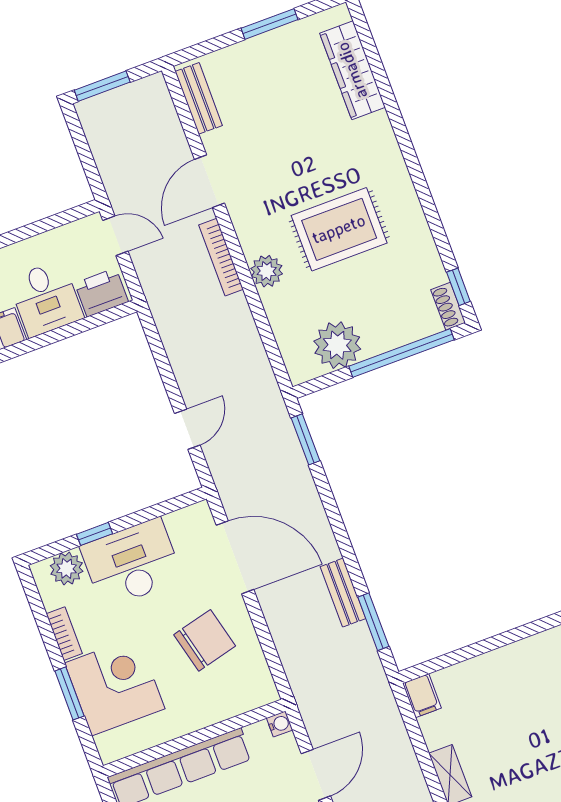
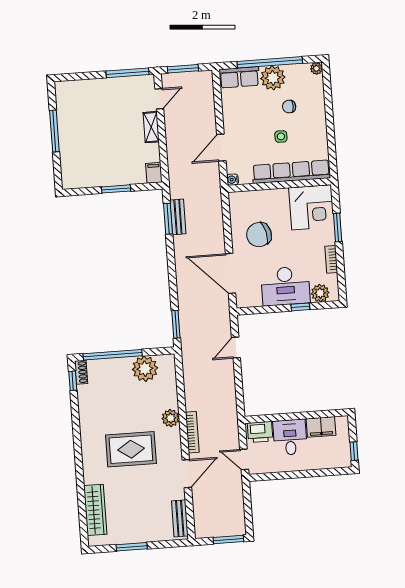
rug: (339, 229) -> (131, 449), moved
bench: (343, 593) -> (178, 217), moved
window: (481, 648) -> (116, 189), added
corner desk: (115, 686) -> (312, 207), moved, turned -90

